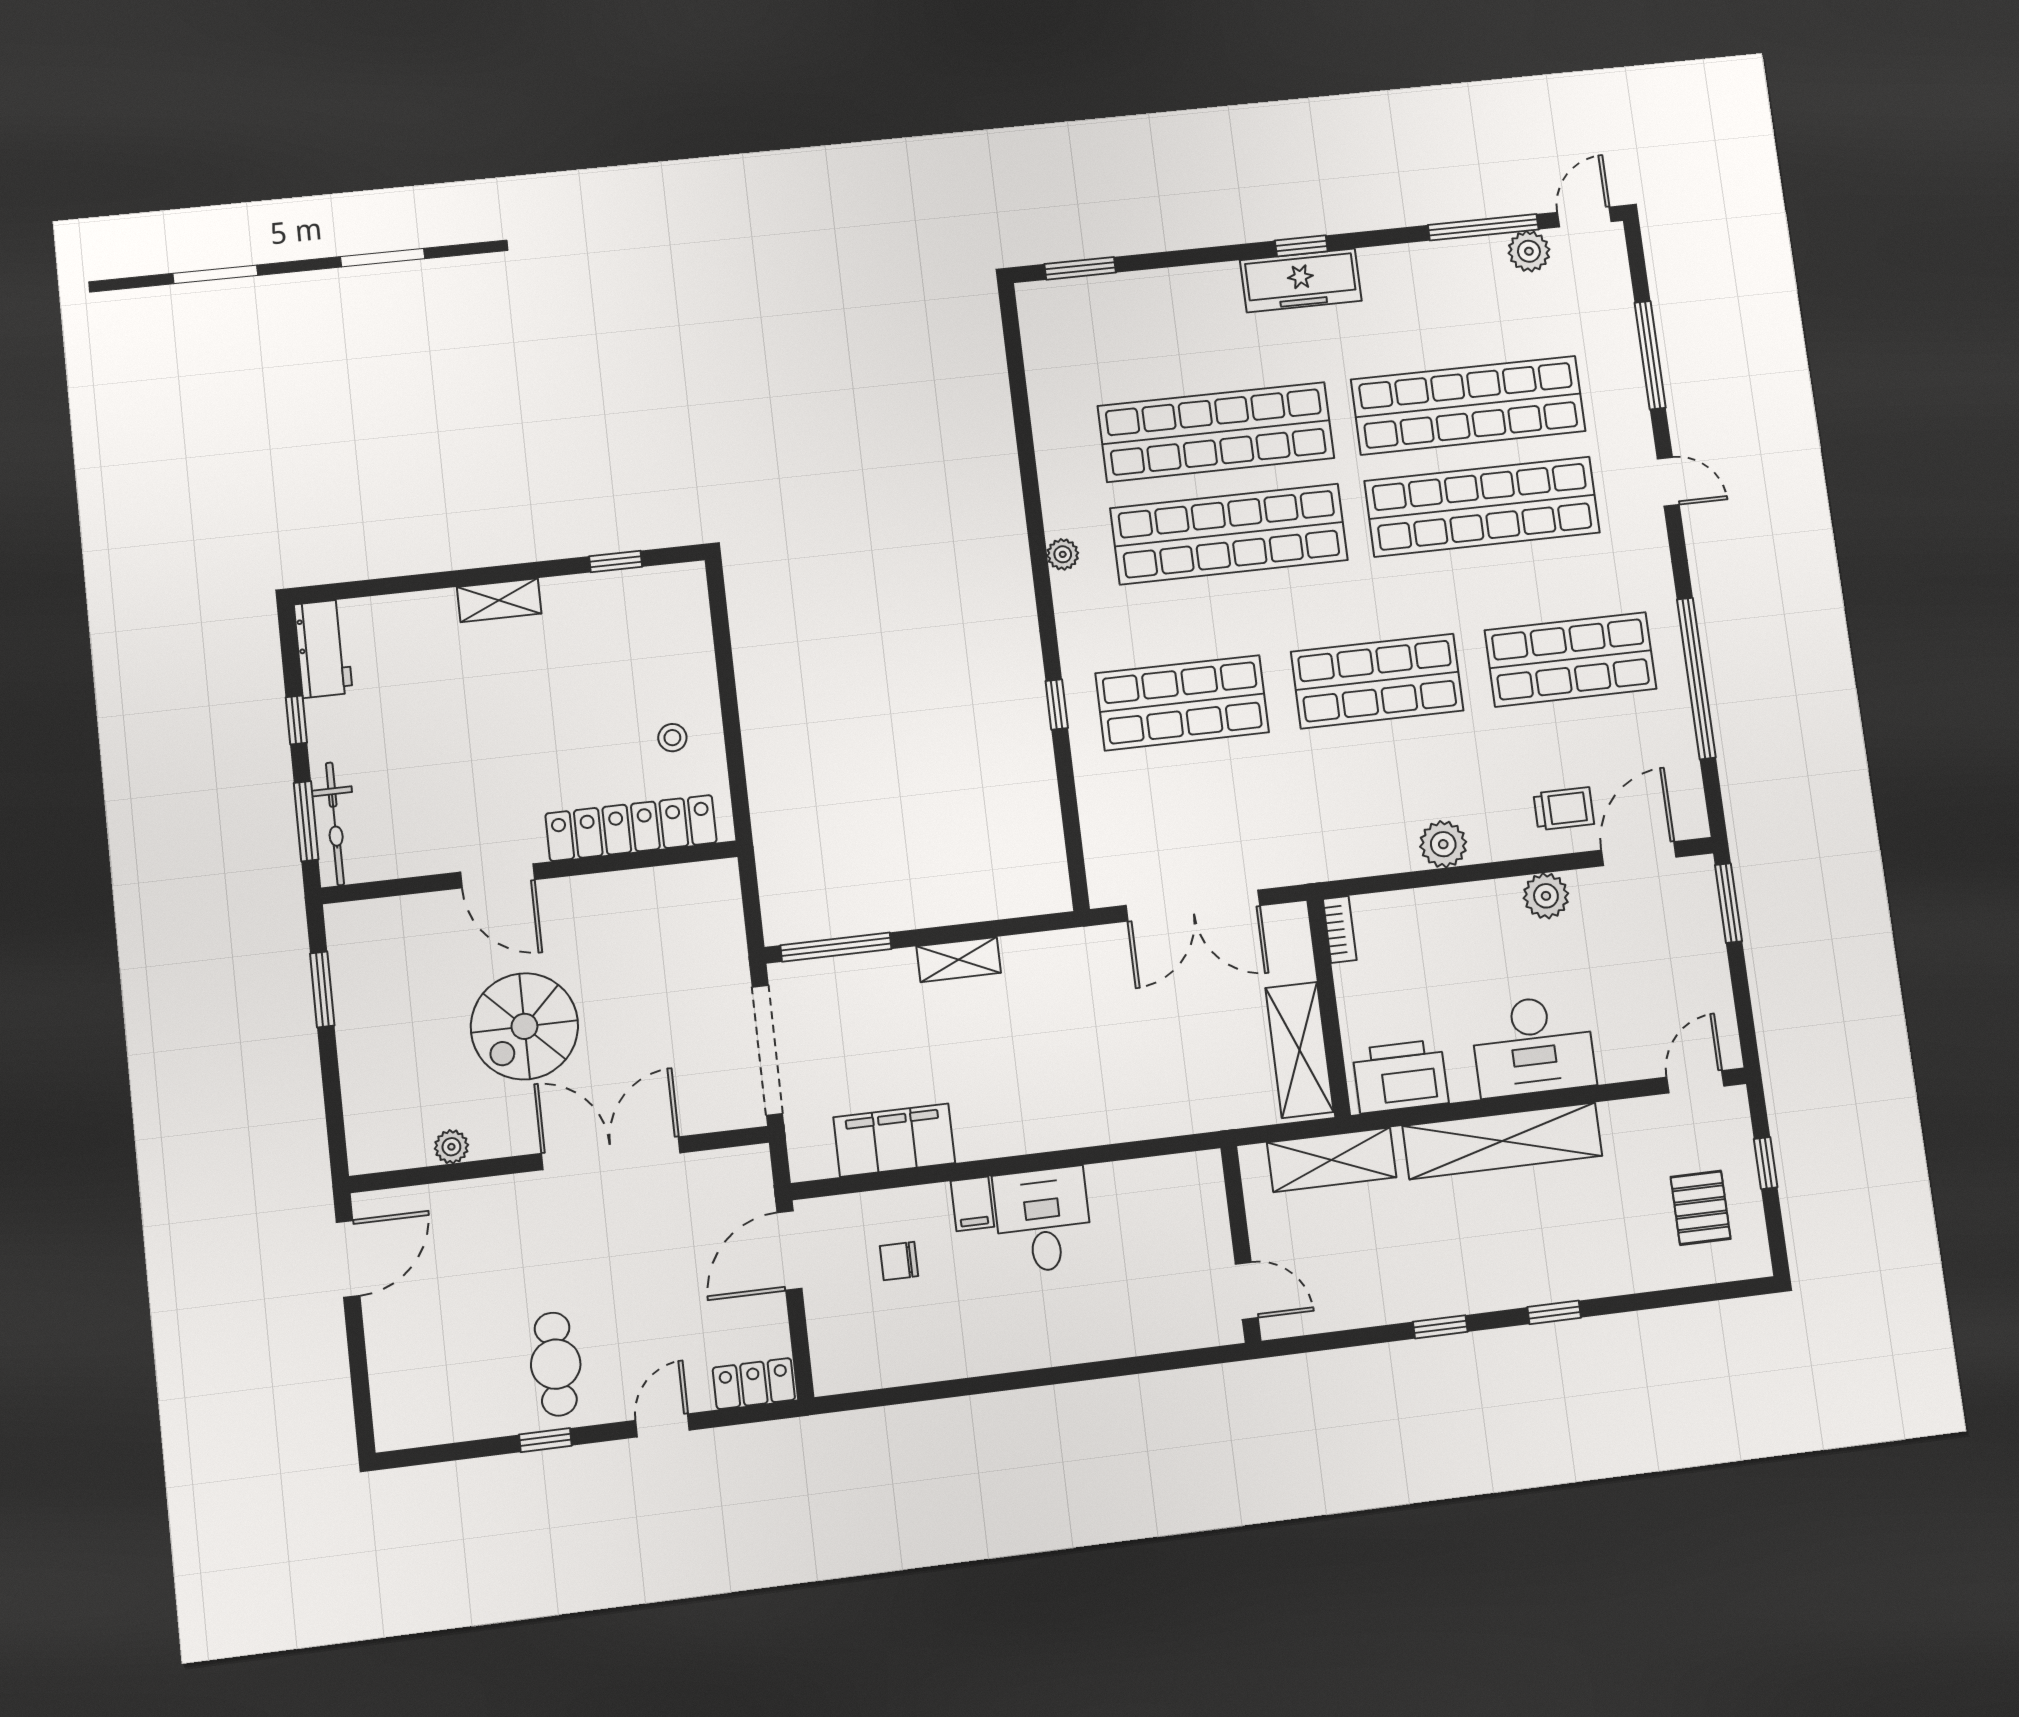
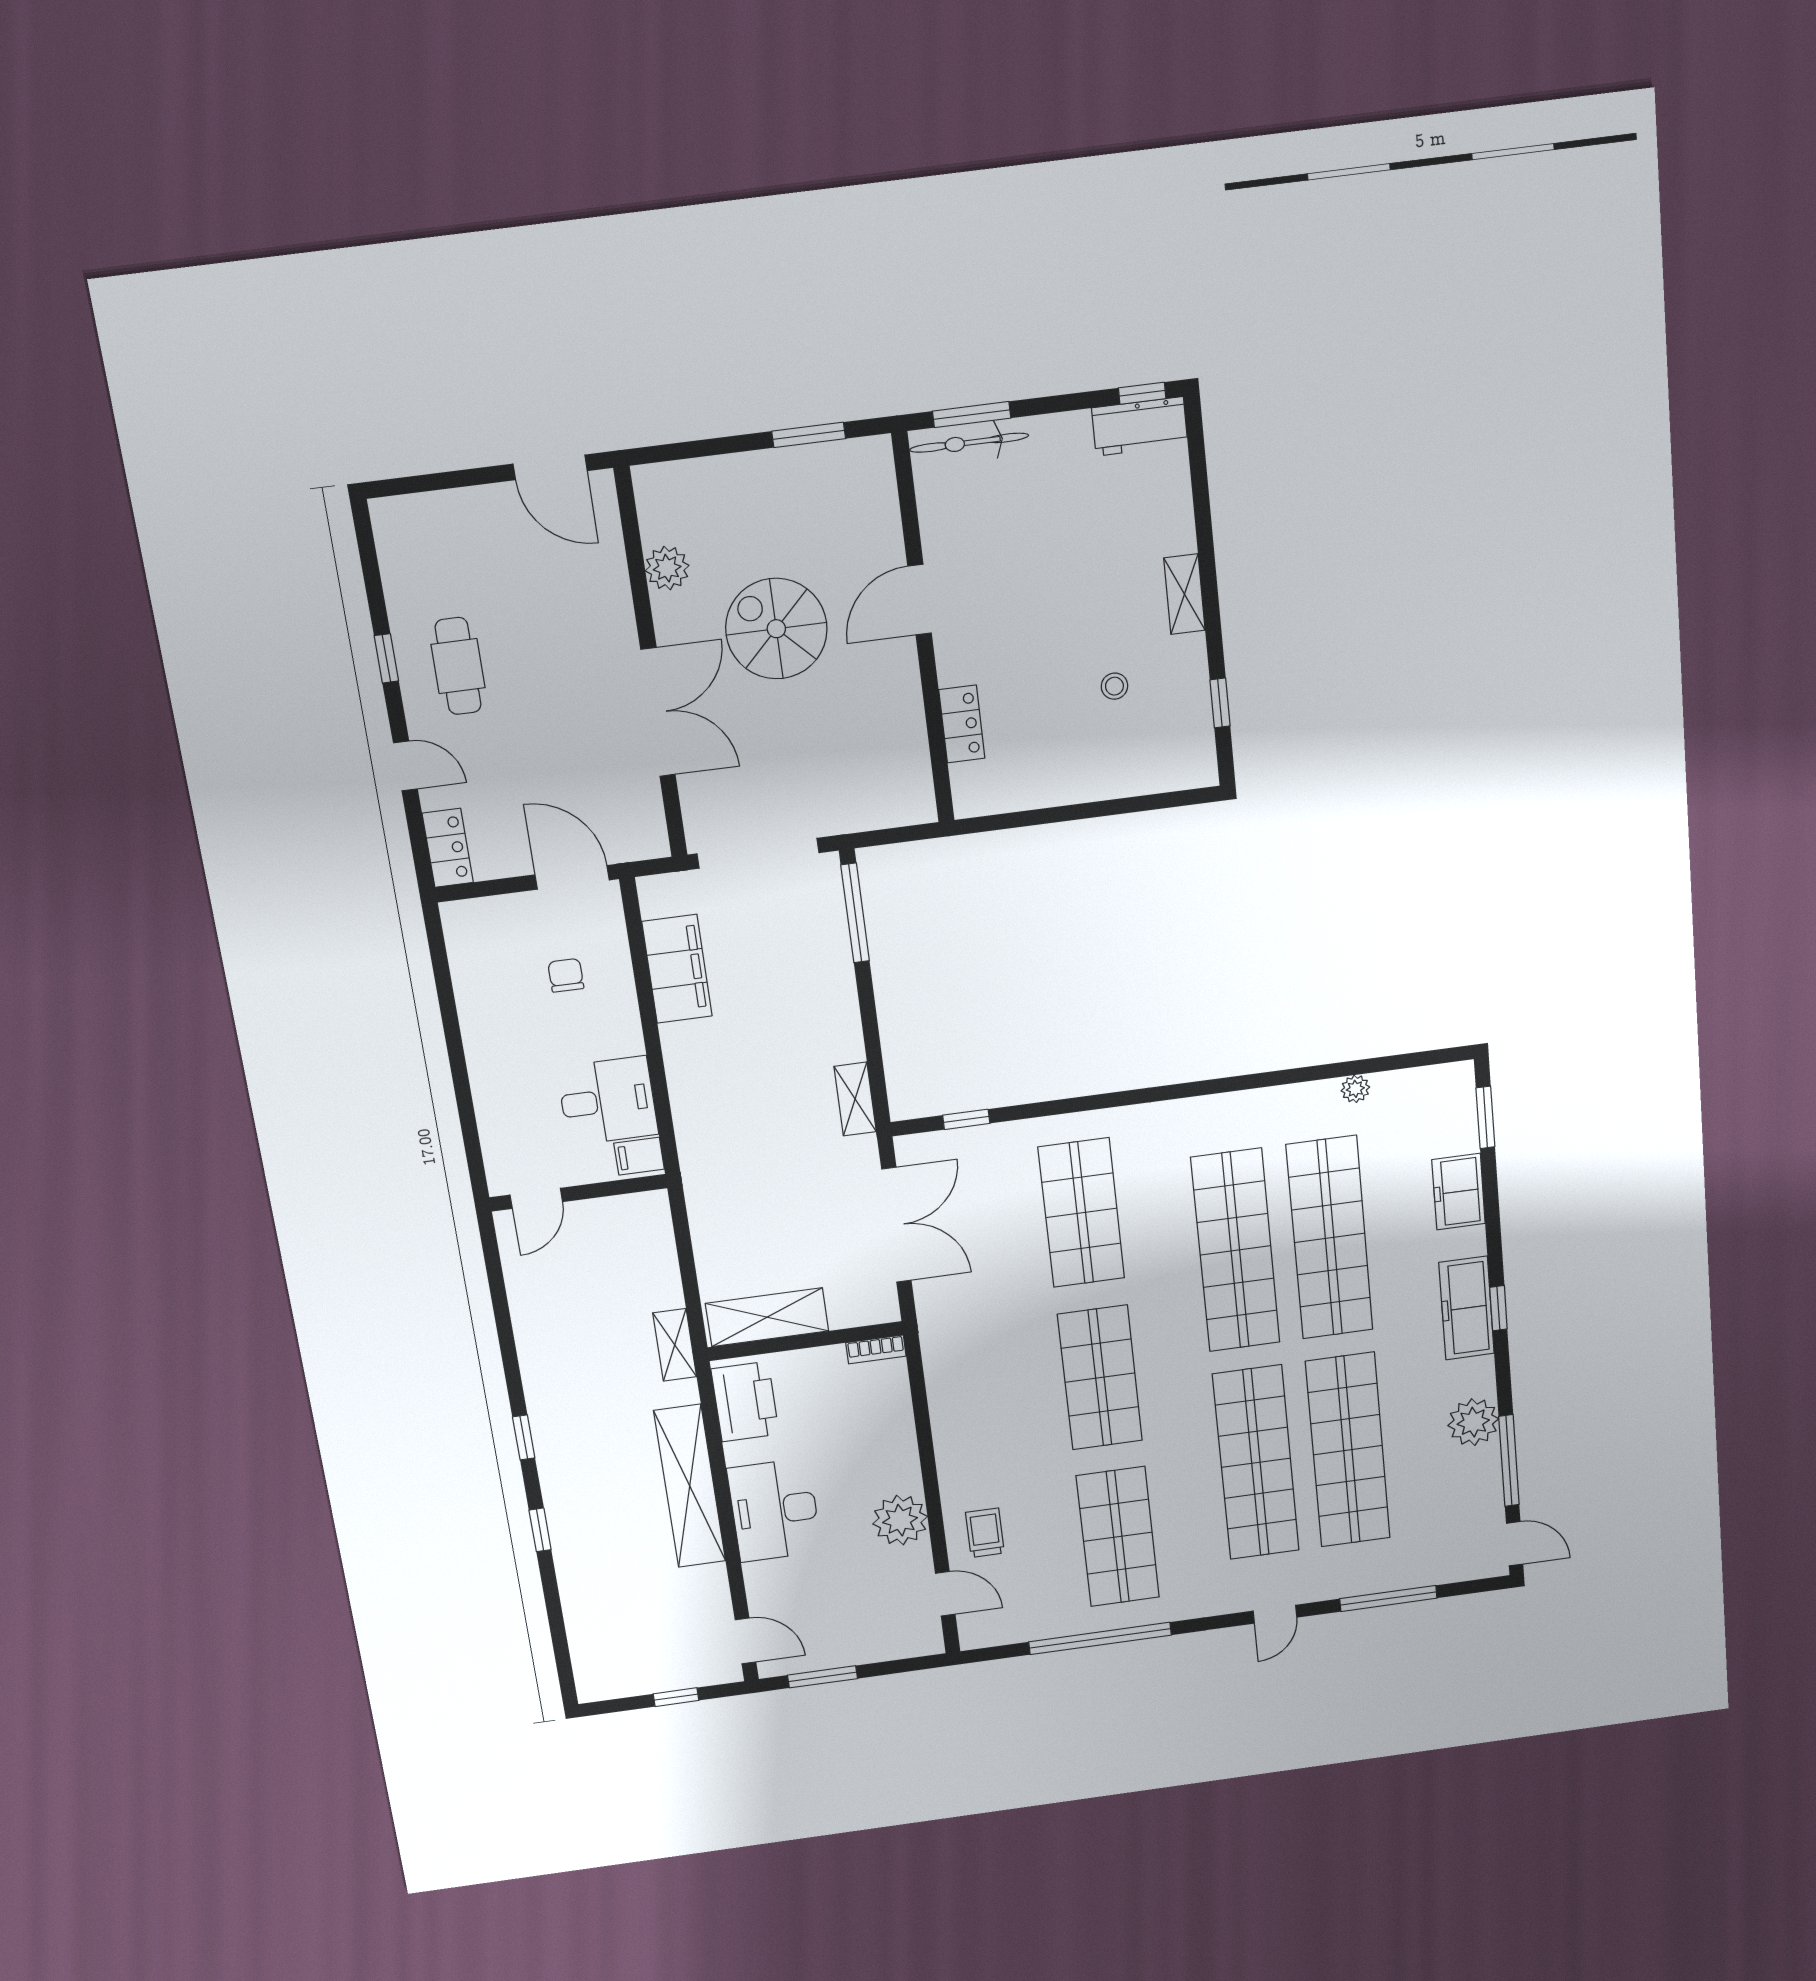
plant: (1529, 251) -> (1473, 1422), moved, width x1.36, depth x1.36
freezer: (1165, 294) -> (1459, 1192), added
plant: (1063, 554) -> (1355, 1089), moved
window: (1057, 704) -> (966, 1119), moved
window: (296, 720) -> (1142, 393), moved
stool: (672, 738) -> (1114, 686), moved
trolley: (1564, 809) -> (985, 1533), turned 180
locker: (631, 828) -> (962, 724), width x0.46, depth x0.83
plant: (1443, 844) -> (953, 1434), removed
door: (1639, 854) -> (945, 1594), width x0.73
plant: (1546, 896) -> (900, 1520), width x1.36, depth x1.36
window: (1728, 903) -> (823, 1677), moved
double door: (1193, 906) -> (896, 1225), swing flipped
shelving: (959, 960) -> (855, 1099), moved
plant: (451, 1147) -> (667, 568), width x1.38, depth x1.38
shelving: (1332, 1160) -> (675, 1345), width x0.67, depth x0.75
filing cabinet: (972, 1204) -> (639, 1156), moved
pallet: (1701, 1208) -> (636, 1646), removed
wall: (1241, 1244) -> (578, 1193), moved
door: (1247, 1291) -> (536, 1198), moved
cafe table: (556, 1364) -> (458, 666), turned 90

